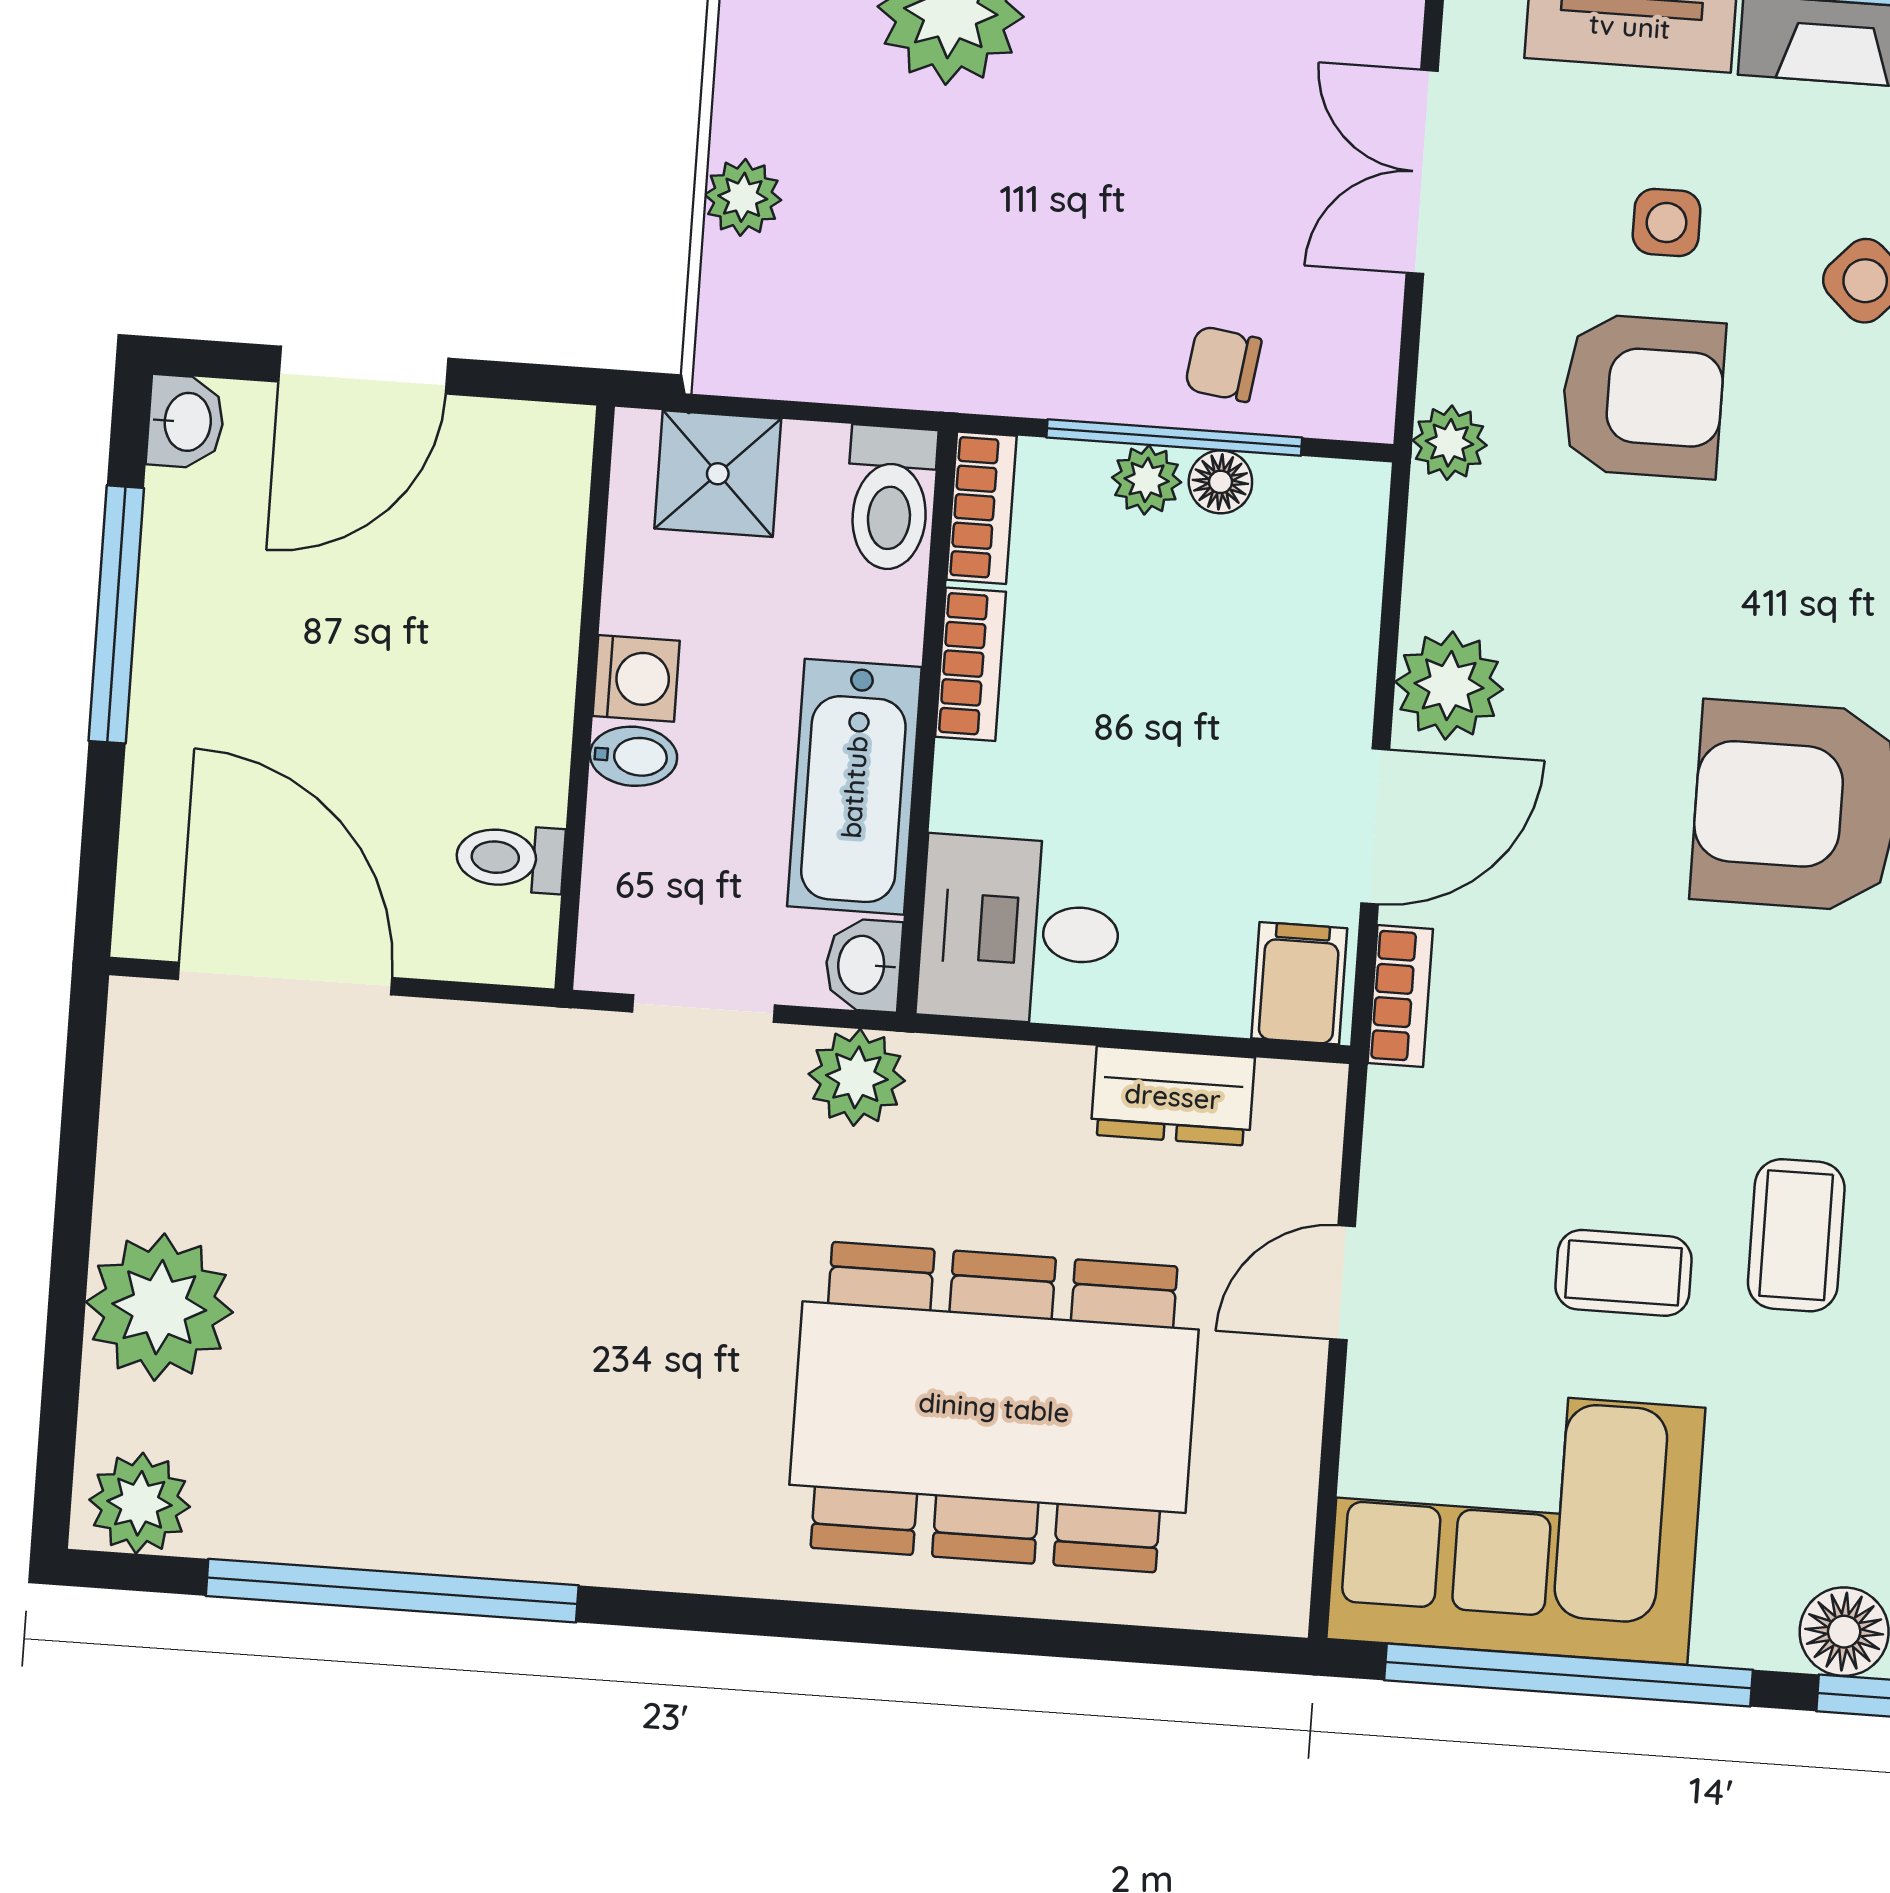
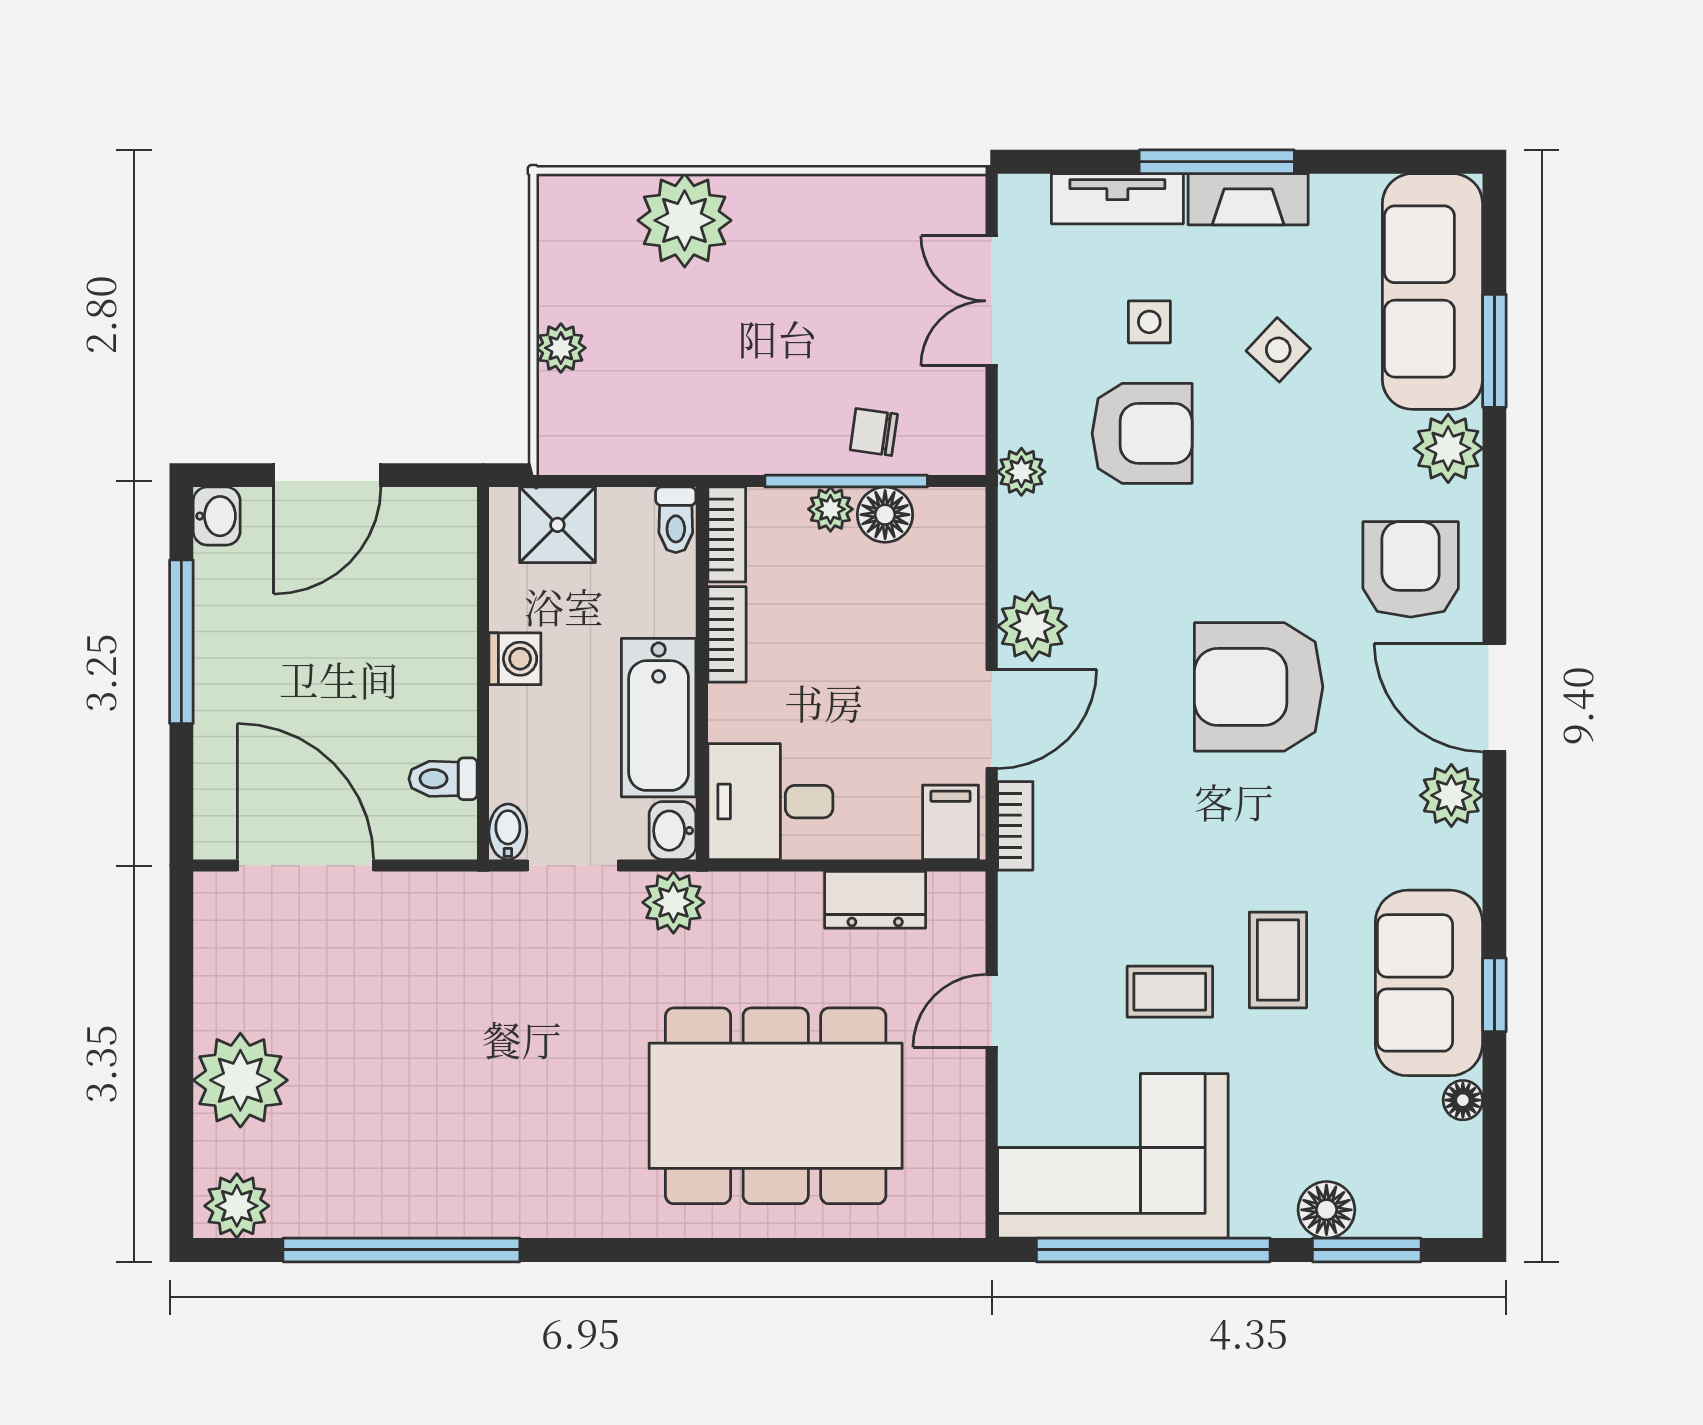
floor lamp: (1220, 482) -> (885, 515), width x1.37, depth x1.37
toilet: (890, 498) -> (676, 520), width x0.73, depth x0.72
bidet: (633, 756) -> (508, 832), moved, turned -90

